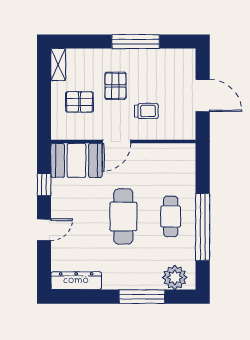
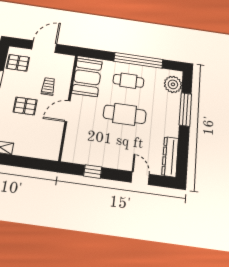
pallet: (79, 102) -> (18, 63), moved, turned 90
door: (117, 142) -> (68, 111), swing flipped
booth: (76, 160) -> (87, 77), moved
door: (44, 230) -> (140, 178), moved

